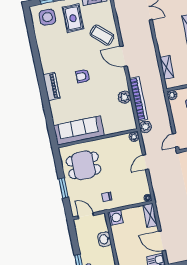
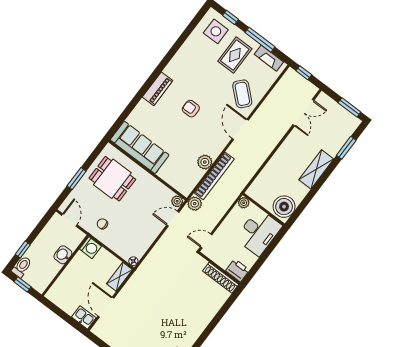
shelving: (167, 67) -> (264, 176), removed
door: (145, 162) -> (173, 219), moved

